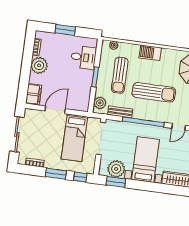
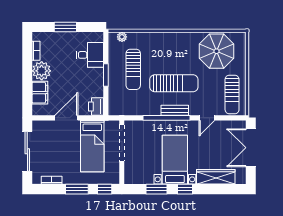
barbecue: (150, 53) -> (164, 40), removed
filing cabinet: (34, 94) -> (40, 93), moved
printer: (83, 103) -> (96, 107), added
plant: (100, 103) -> (115, 103), removed
bench: (120, 112) -> (175, 110), moved
plant: (116, 169) -> (144, 175), removed
window: (116, 182) -> (157, 189), moved
window: (151, 187) -> (185, 189), added

